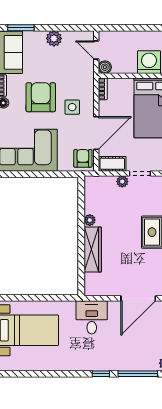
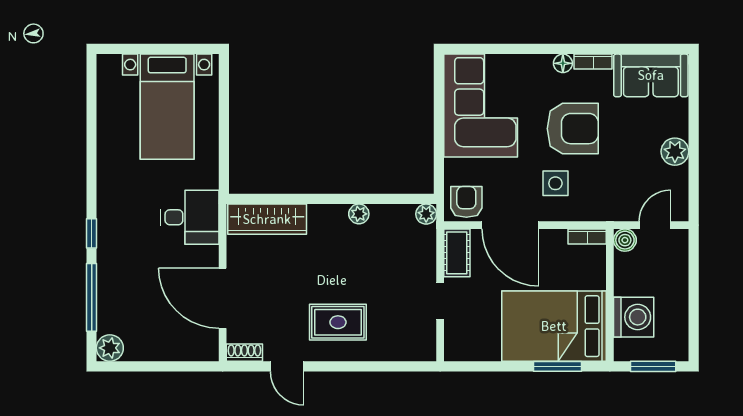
window: (21, 28) -> (694, 94), removed
armchair: (83, 158) -> (466, 202), turned -90
plant: (122, 181) -> (426, 214), moved
wardrobe: (93, 250) -> (267, 219), moved

